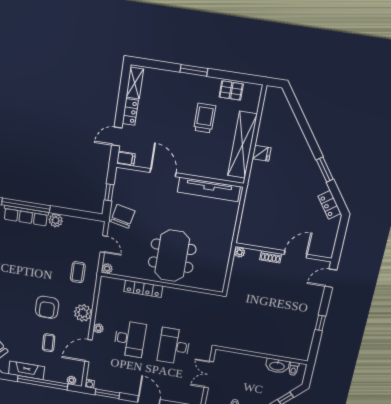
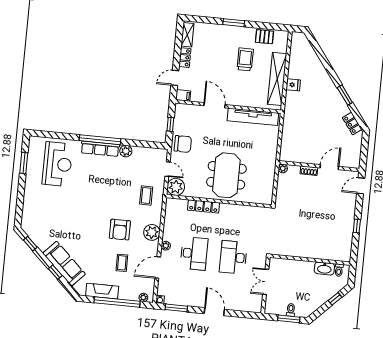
chair: (123, 216) -> (183, 144), turned 78
plant: (107, 269) -> (176, 187), width x1.88, depth x1.88

